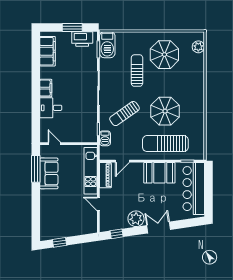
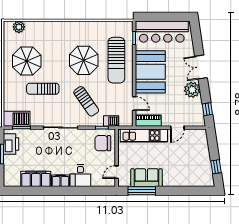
filing cabinet: (48, 51) -> (36, 179), moved
chair: (83, 130) -> (103, 143), added
booth: (159, 173) -> (150, 72), width x1.36, depth x1.42

